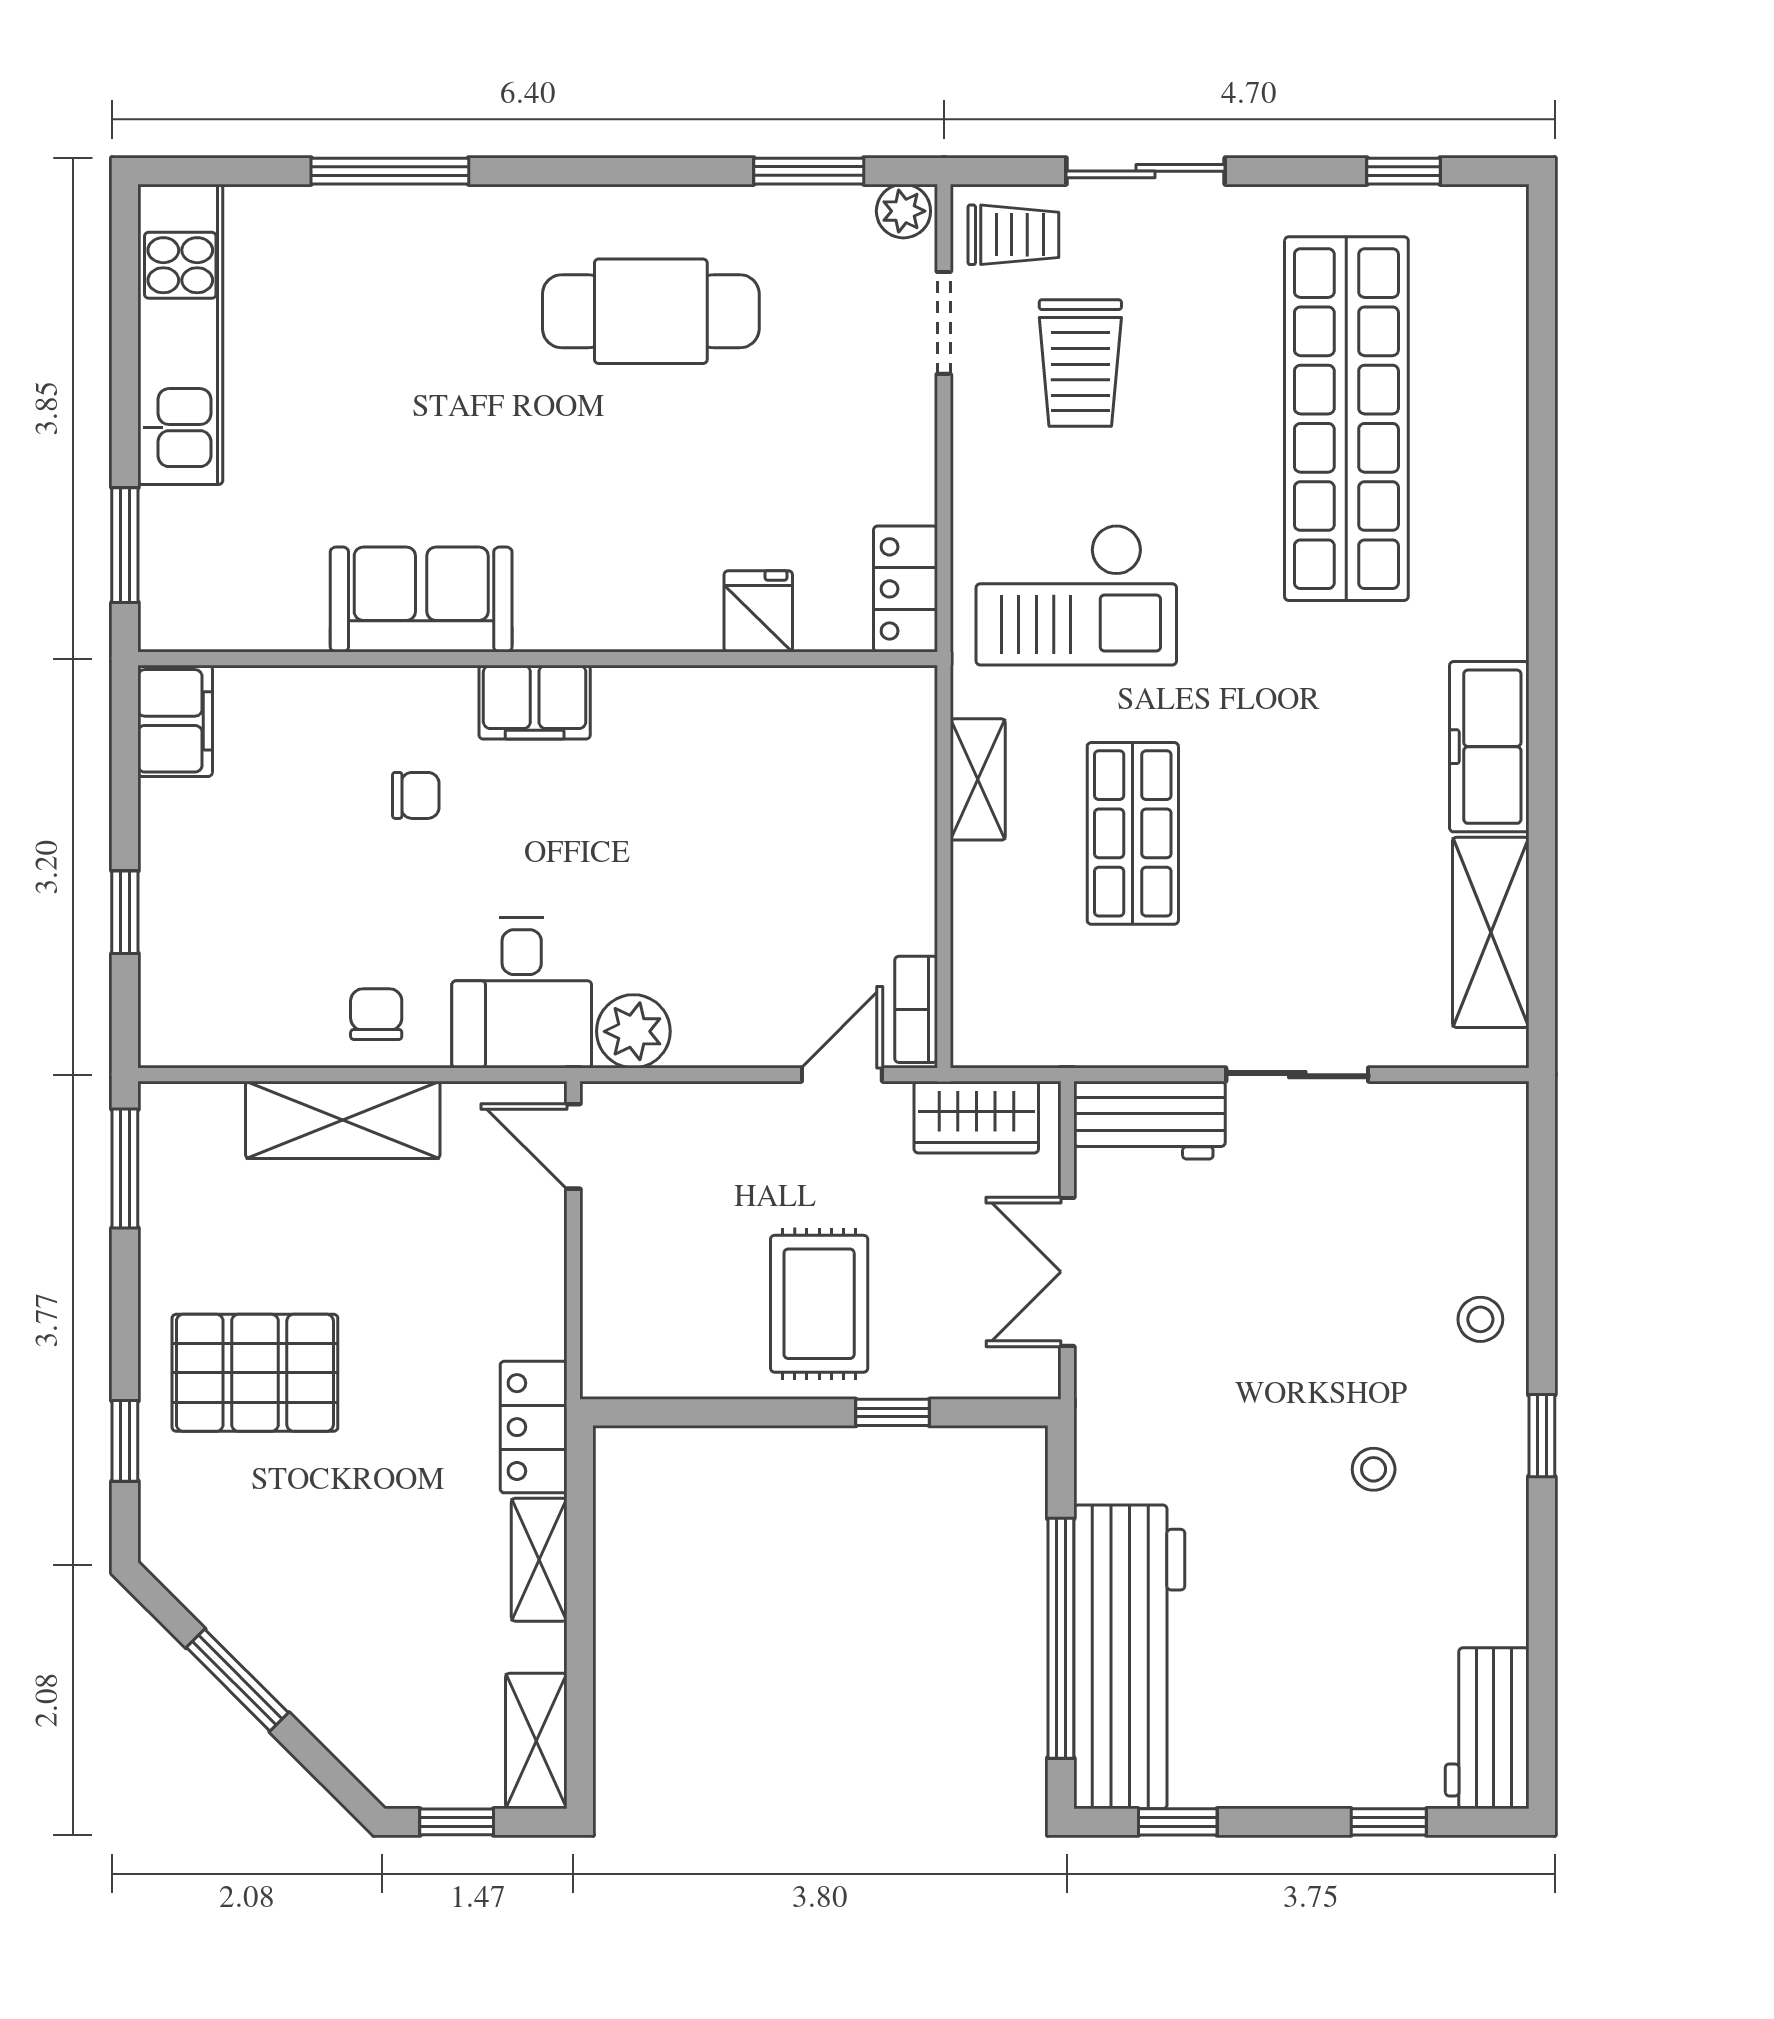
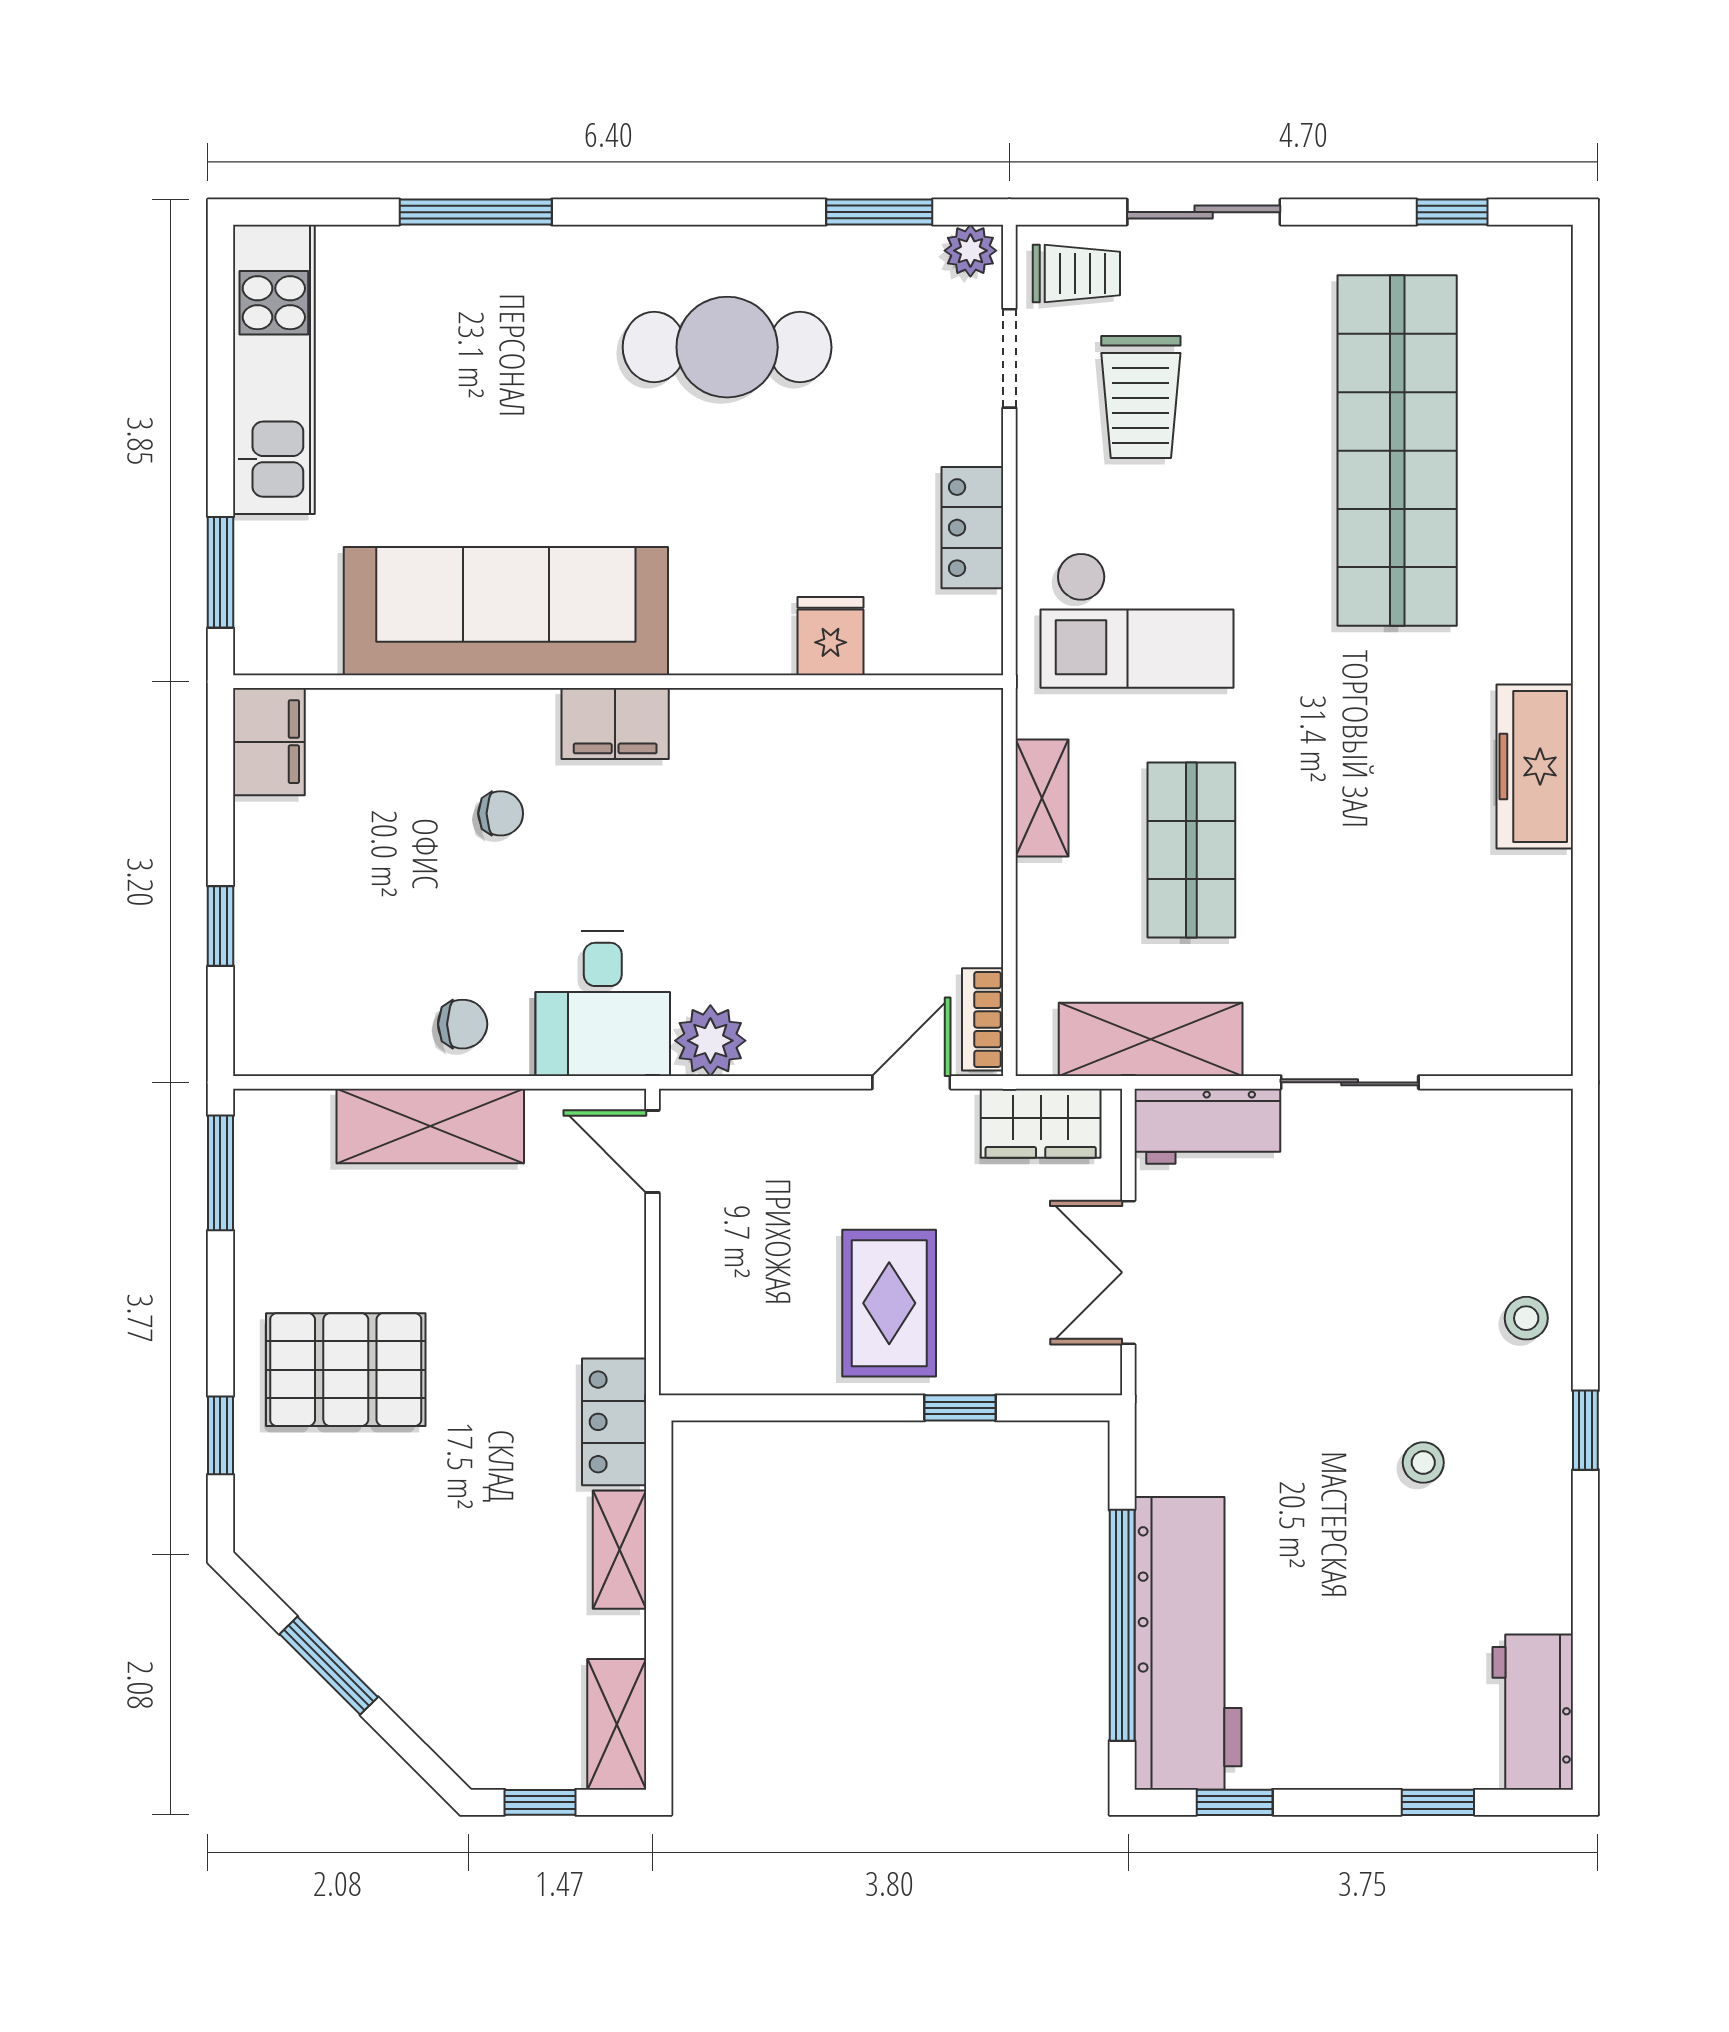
locker: (905, 589) -> (972, 528), moved
sofa: (421, 599) -> (506, 611), width x1.85, depth x1.27
shelving: (1491, 932) -> (1151, 1039), moved, turned 90
chair: (376, 1014) -> (463, 1024), turned 90

